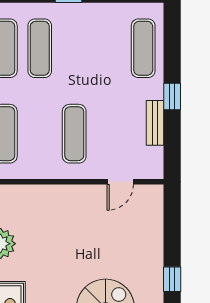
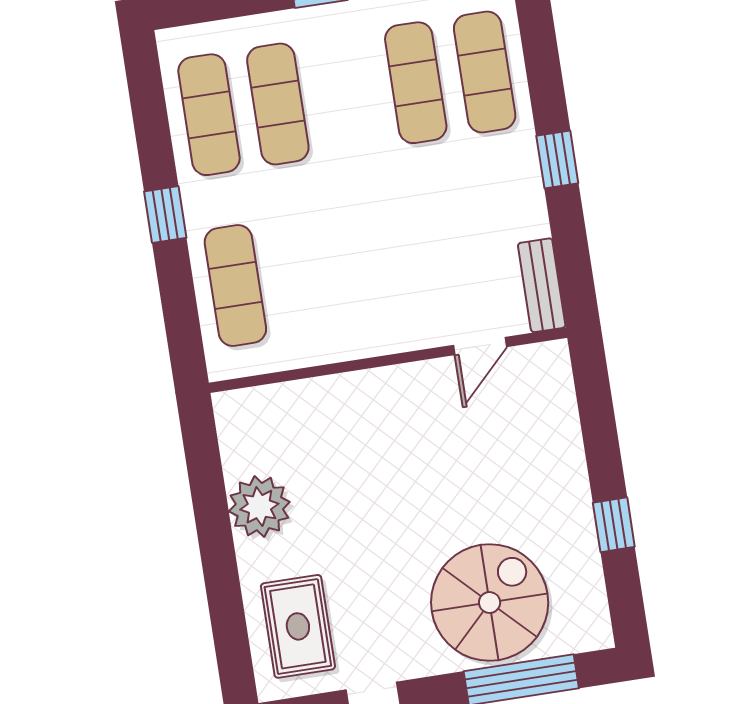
bench: (155, 123) -> (542, 285), moved
exercise mat: (74, 134) -> (416, 83), moved

